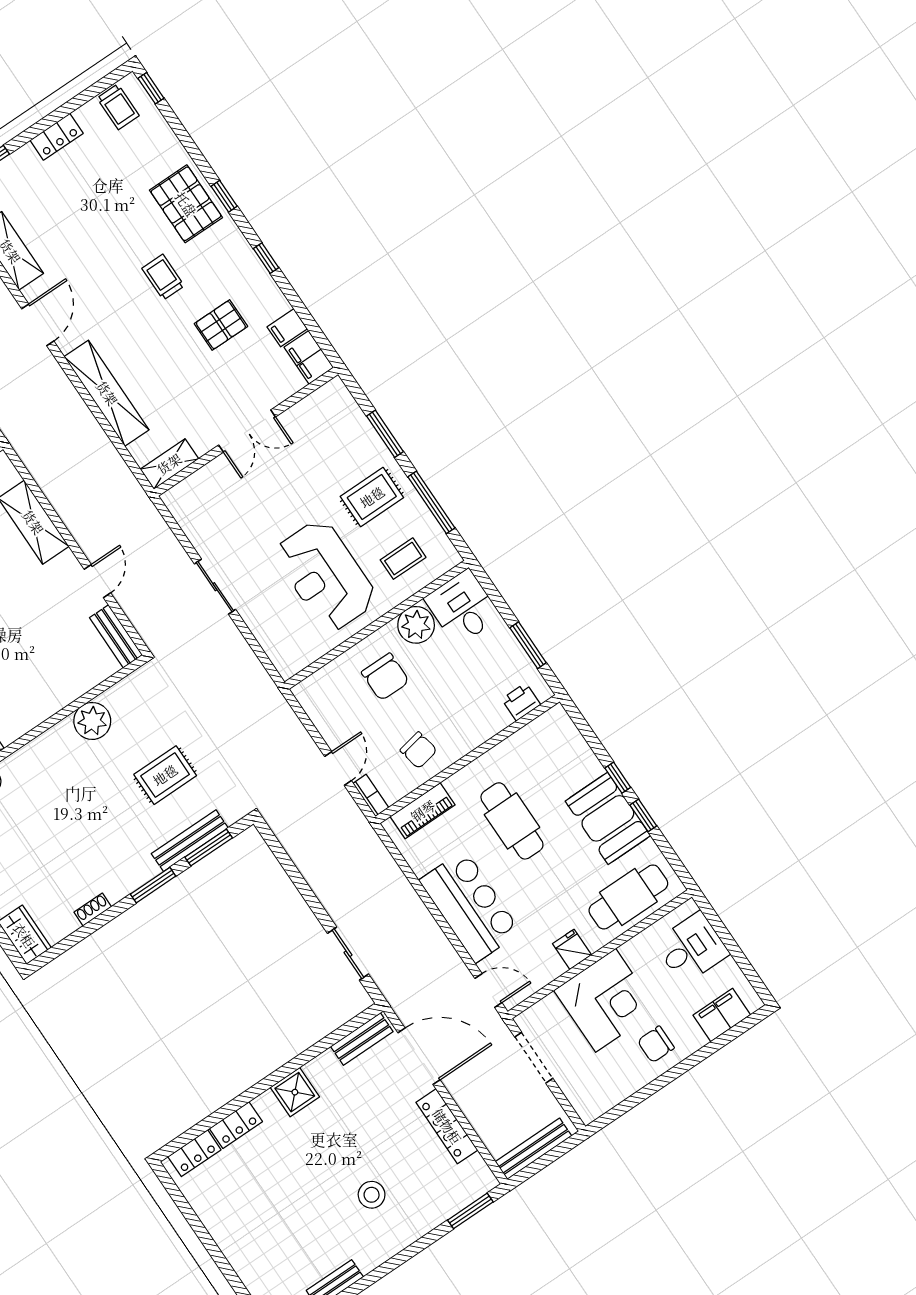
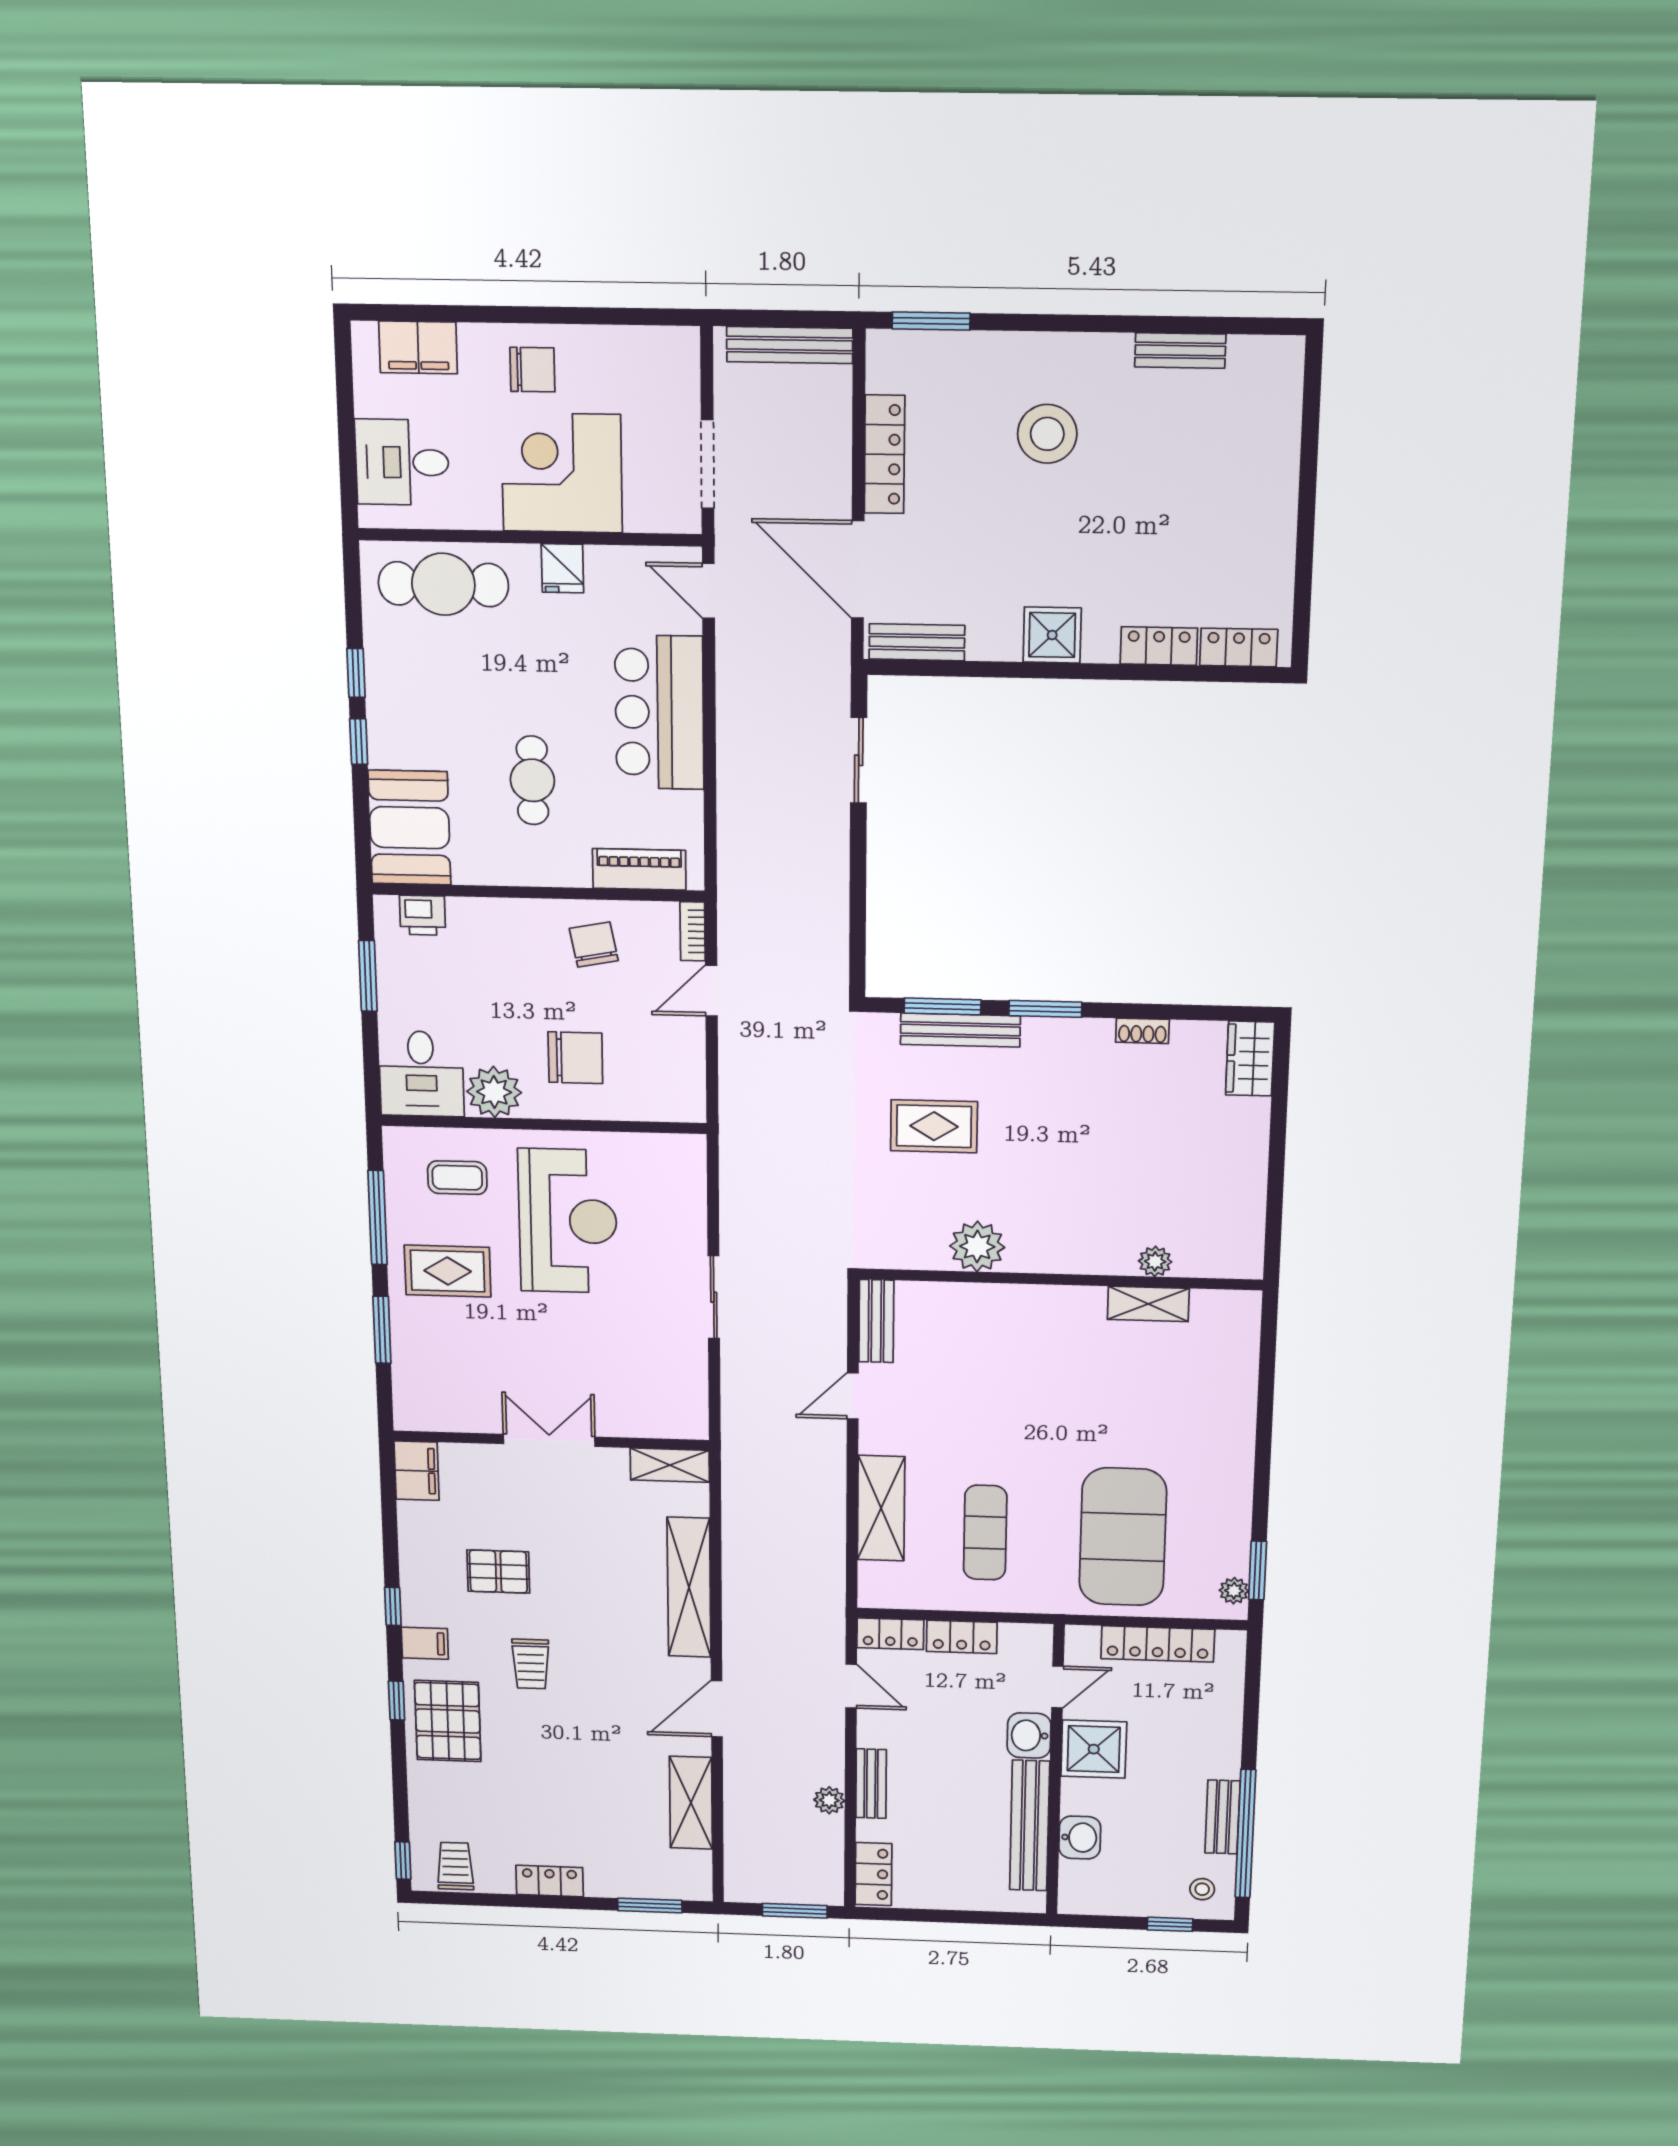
filing cabinet: (287, 328) -> (425, 1643), moved
chair: (385, 677) -> (575, 1058), turned 90
booth: (608, 818) -> (410, 828), moved
cafe table: (512, 821) -> (532, 780), width x0.73, depth x0.74
stool: (372, 1195) -> (1047, 434), width x1.38, depth x1.38

